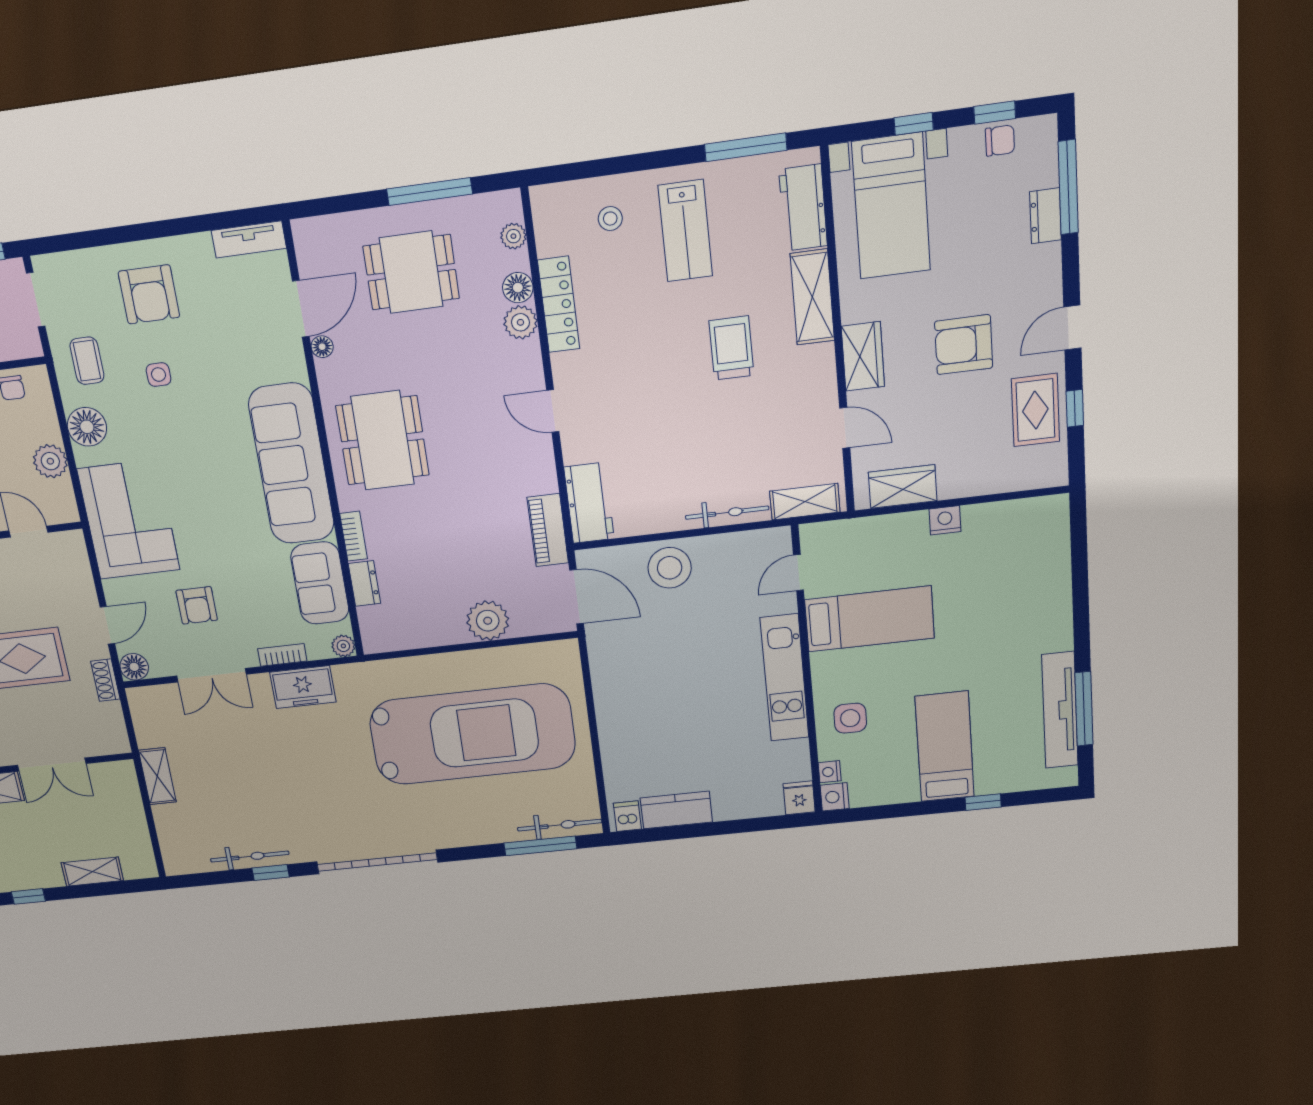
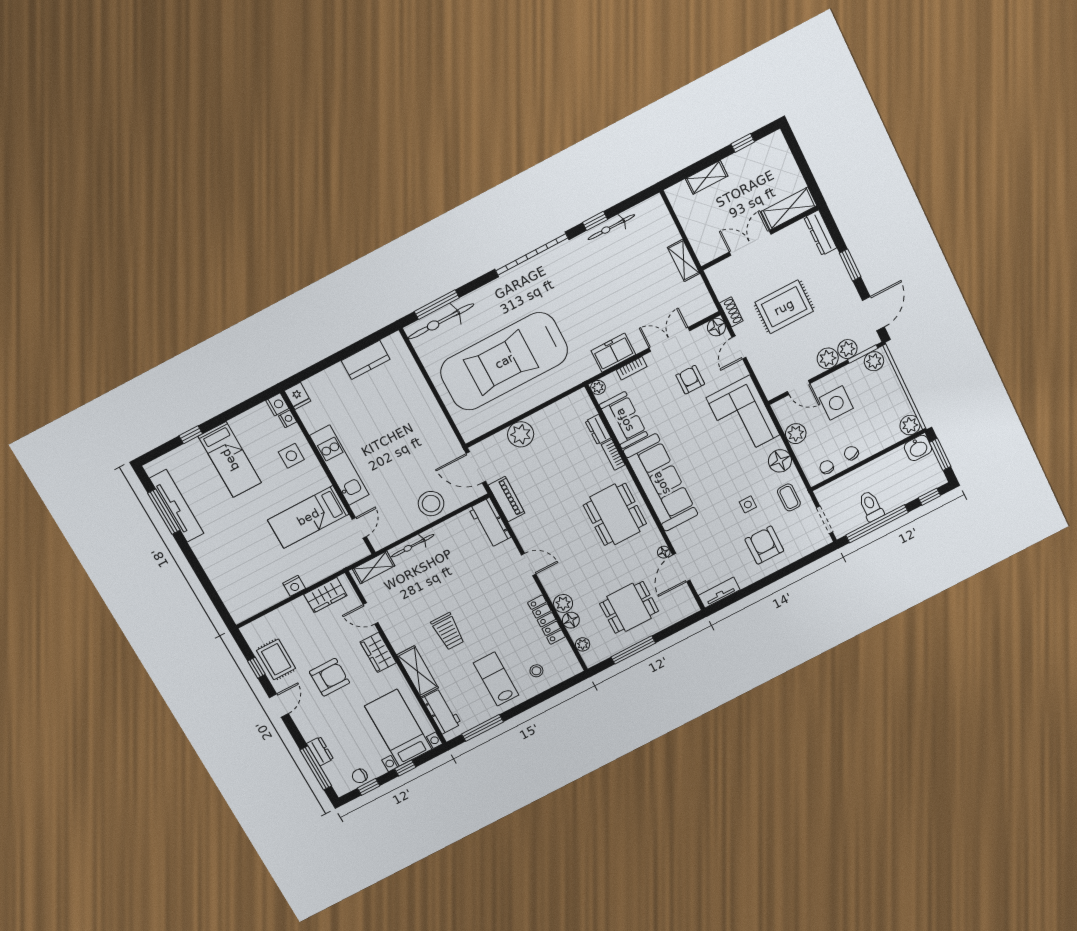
dishwasher: (627, 816) -> (393, 345), removed
bicycle: (560, 825) -> (441, 321), width x1.37, depth x1.40

